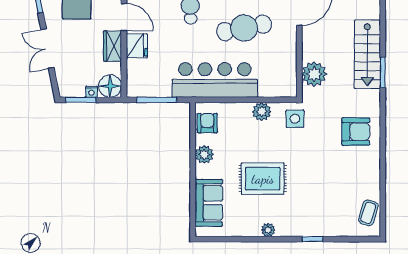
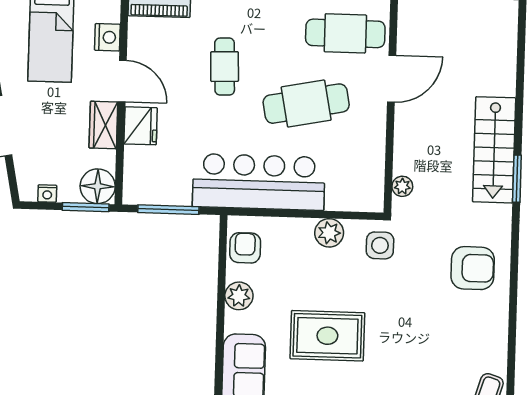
plant: (314, 74) -> (402, 186), width x0.53, depth x0.53
nightstand: (92, 92) -> (47, 194), moved
window: (81, 100) -> (86, 207), moved

